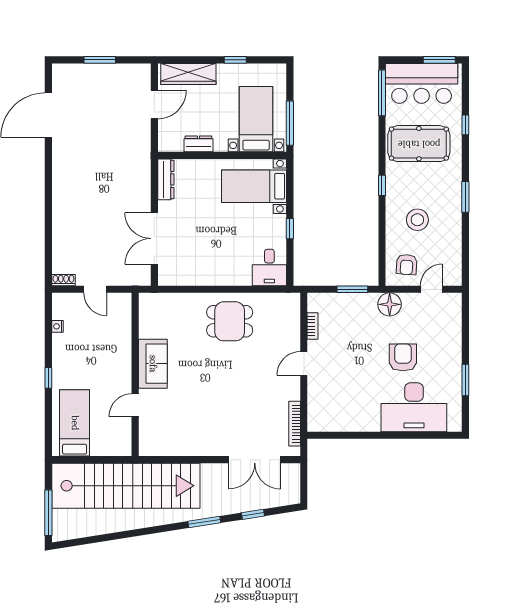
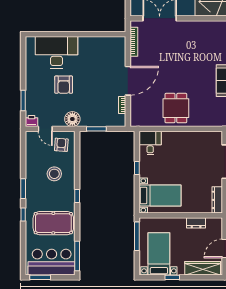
bed with nightstands: (256, 119) -> (159, 254), moved, turned 180
window: (465, 125) -> (23, 215), moved
door: (431, 289) -> (45, 129), hinge flipped
printer: (453, 301) -> (32, 121), added
dining table: (230, 321) -> (176, 108), turned 90
door: (304, 363) -> (128, 81), width x1.87
window: (465, 380) -> (23, 100), moved

